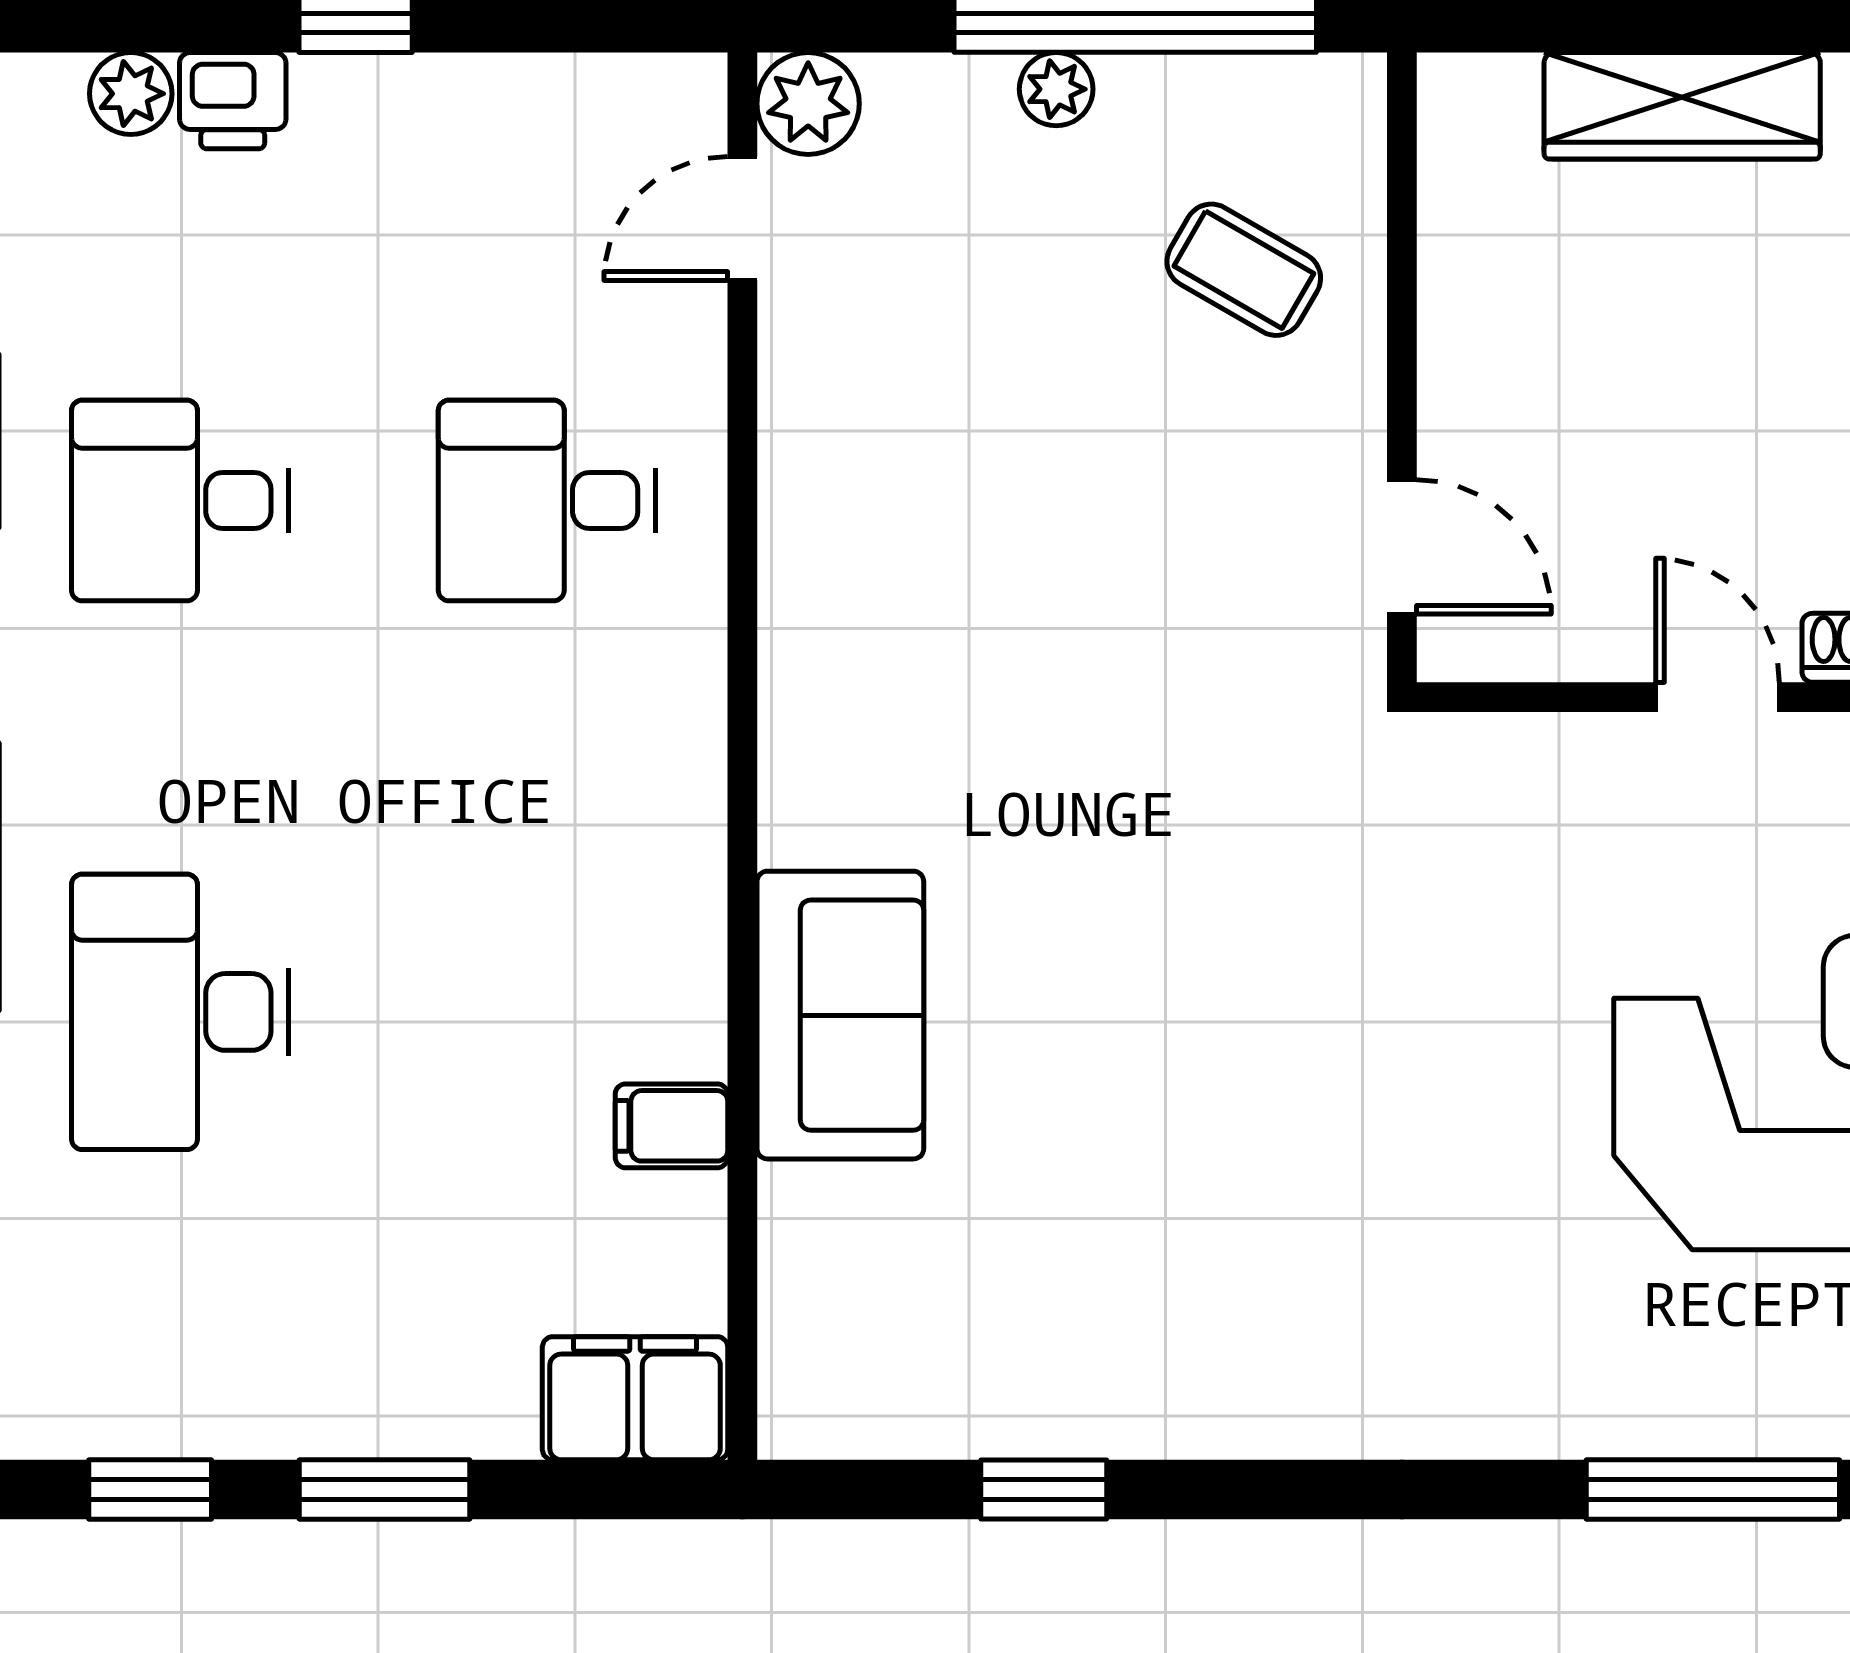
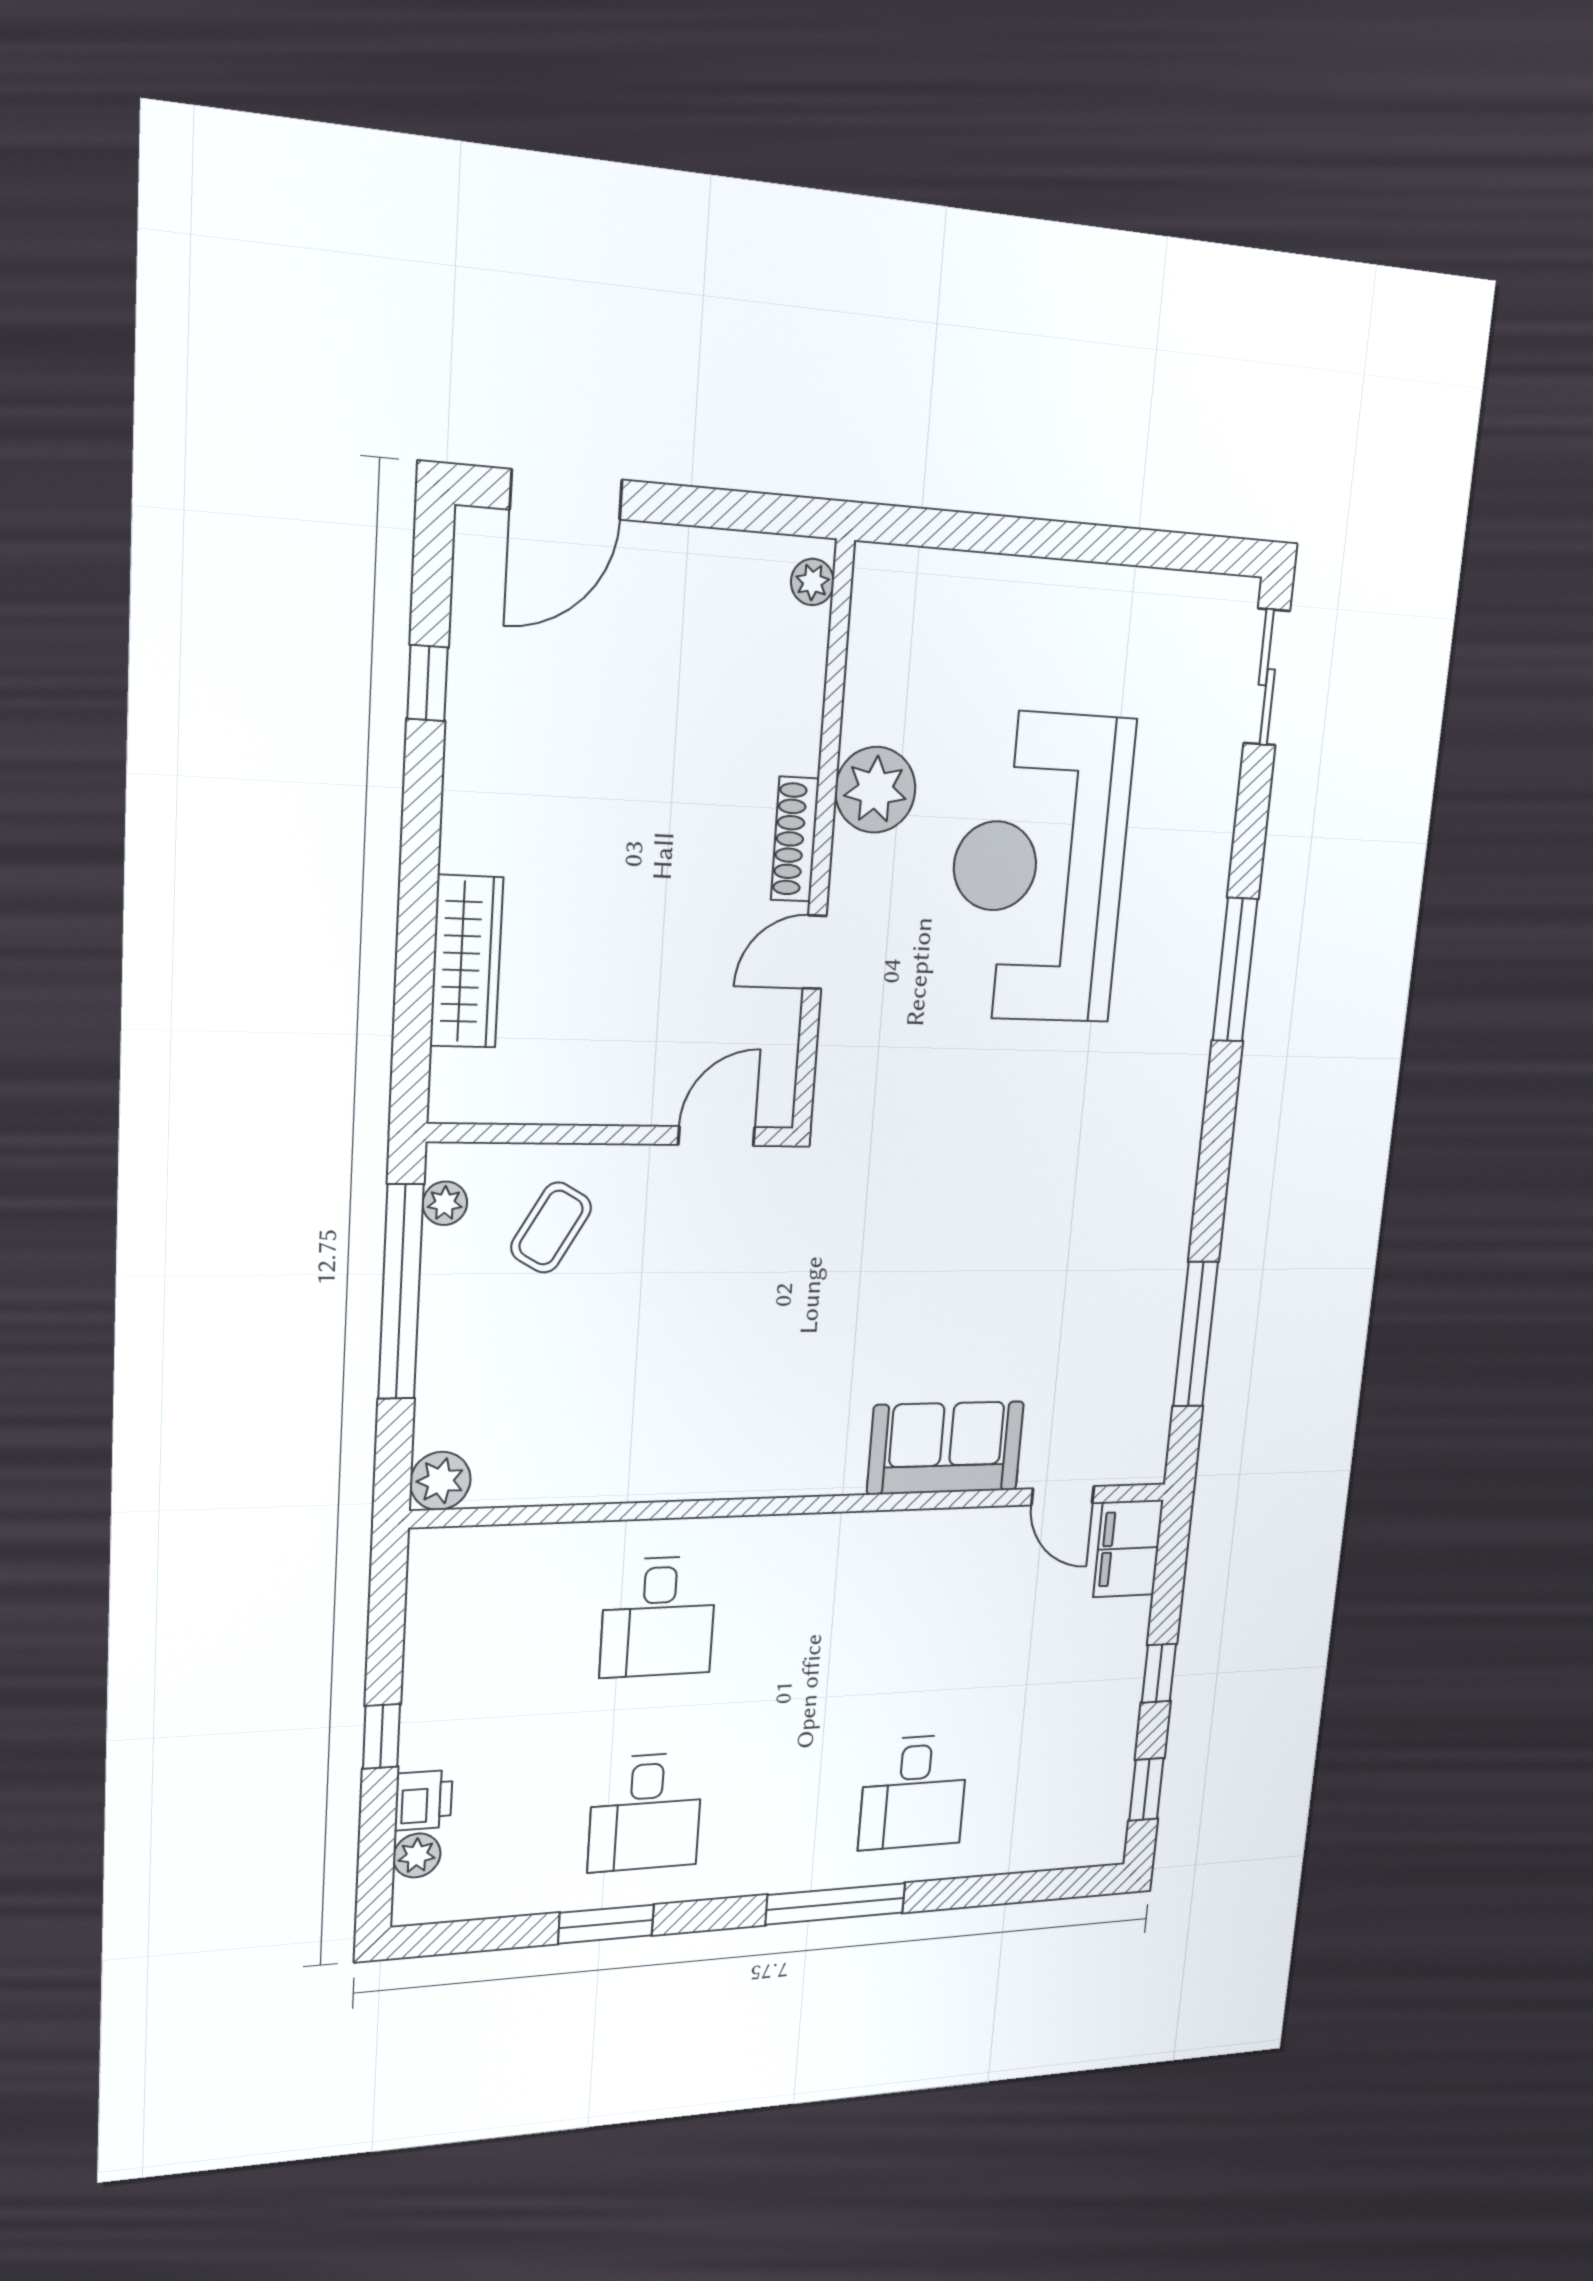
plant: (1056, 89) -> (445, 1203), moved
door: (742, 219) -> (1063, 1496), moved
desk: (180, 1012) -> (914, 1792), width x0.73
filing cabinet: (671, 1126) -> (994, 1535), removed
window: (385, 1490) -> (1159, 1673), width x0.67
window: (1044, 1490) -> (1196, 1334), width x2.17

